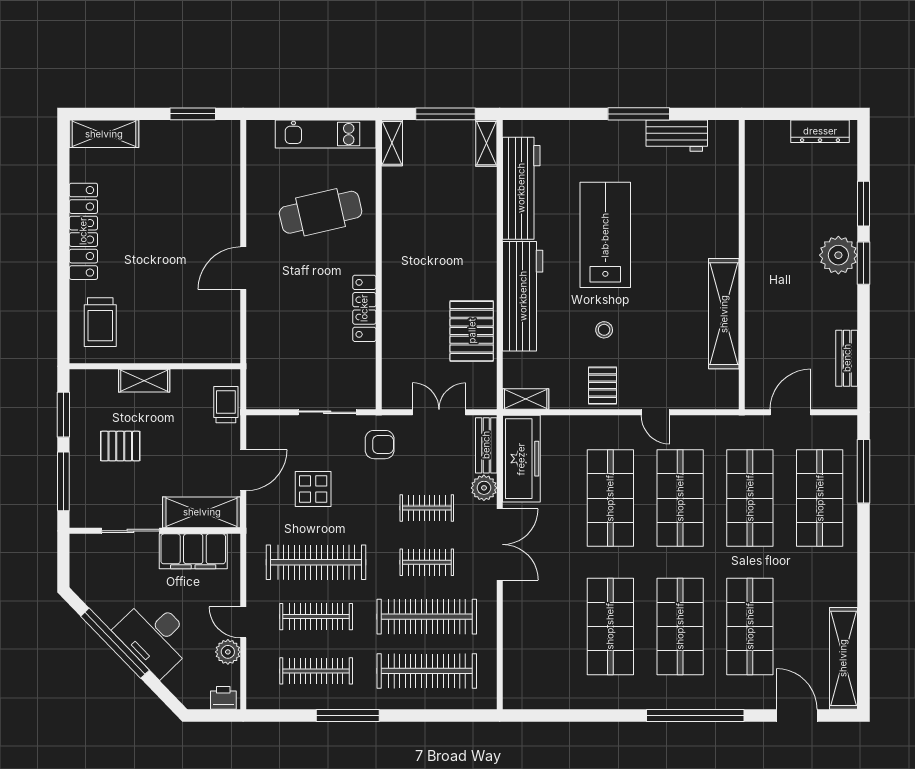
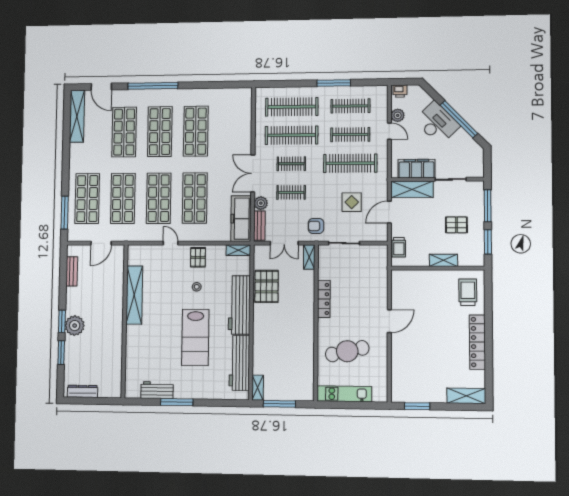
shelving: (392, 143) -> (309, 257), moved

